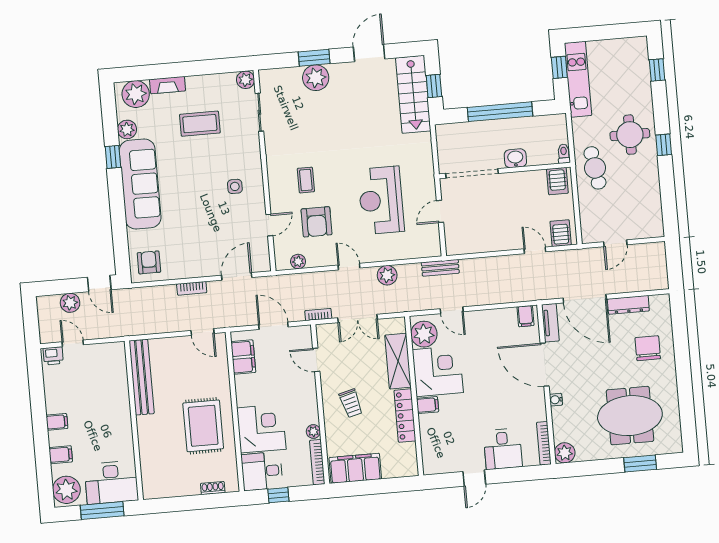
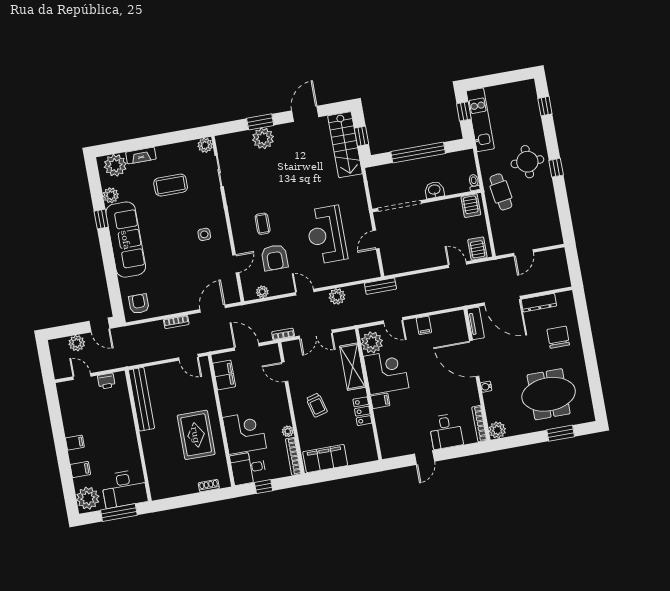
filing cabinet: (525, 316) -> (424, 325), moved
printer: (53, 356) -> (106, 381), moved
locker: (405, 416) -> (362, 411), width x0.66

